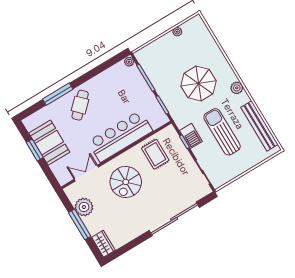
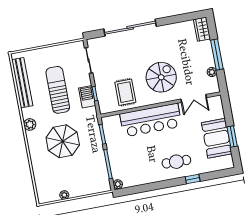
window: (58, 94) -> (193, 179), width x0.46
cafe table: (80, 105) -> (176, 162), turned 45
sun lounger: (222, 132) -> (58, 90), turned 180
plant: (84, 207) -> (212, 72), width x0.53, depth x0.53

